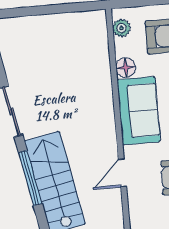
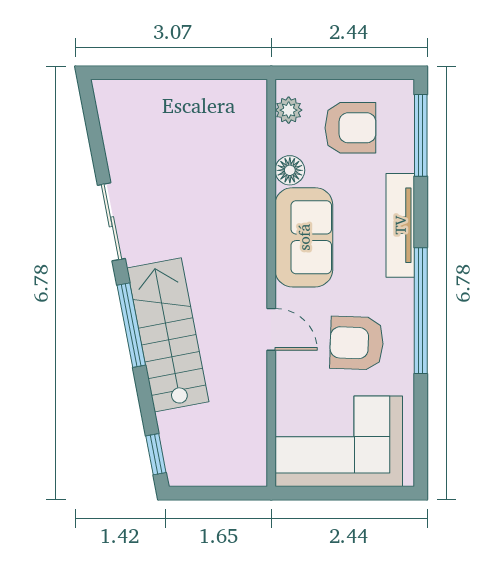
door: (122, 173) -> (271, 329), swing flipped

